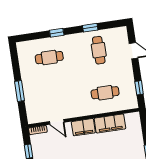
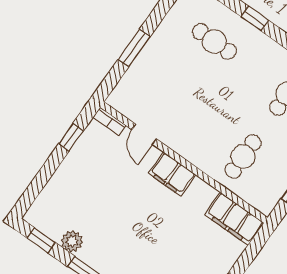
cafe table: (105, 93) -> (243, 157), turned 90
filing cabinet: (110, 123) -> (234, 219), moved

